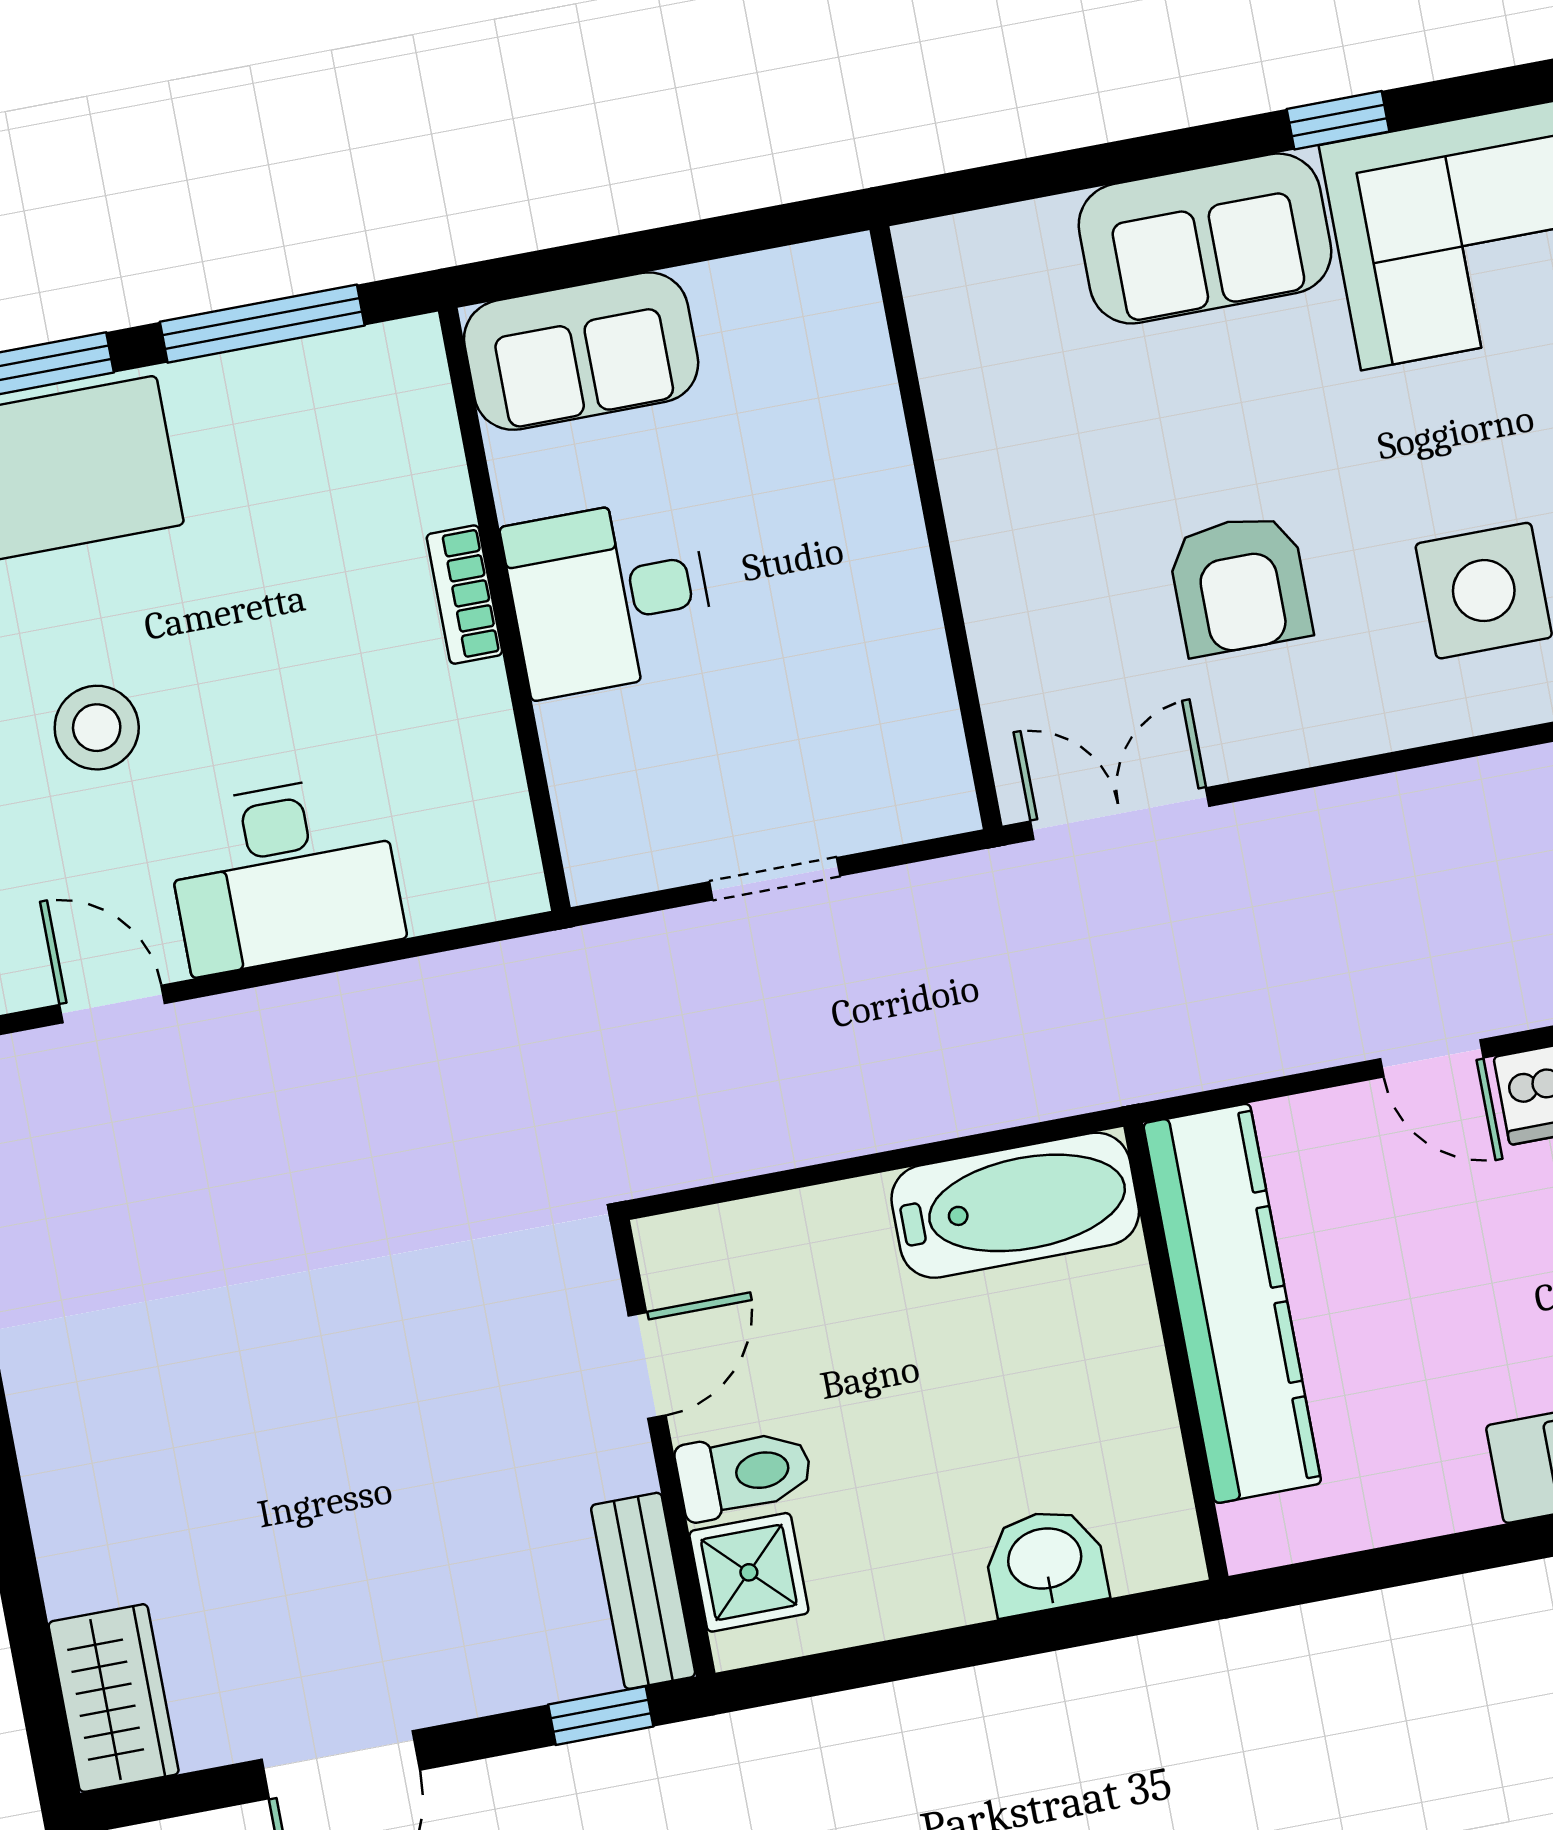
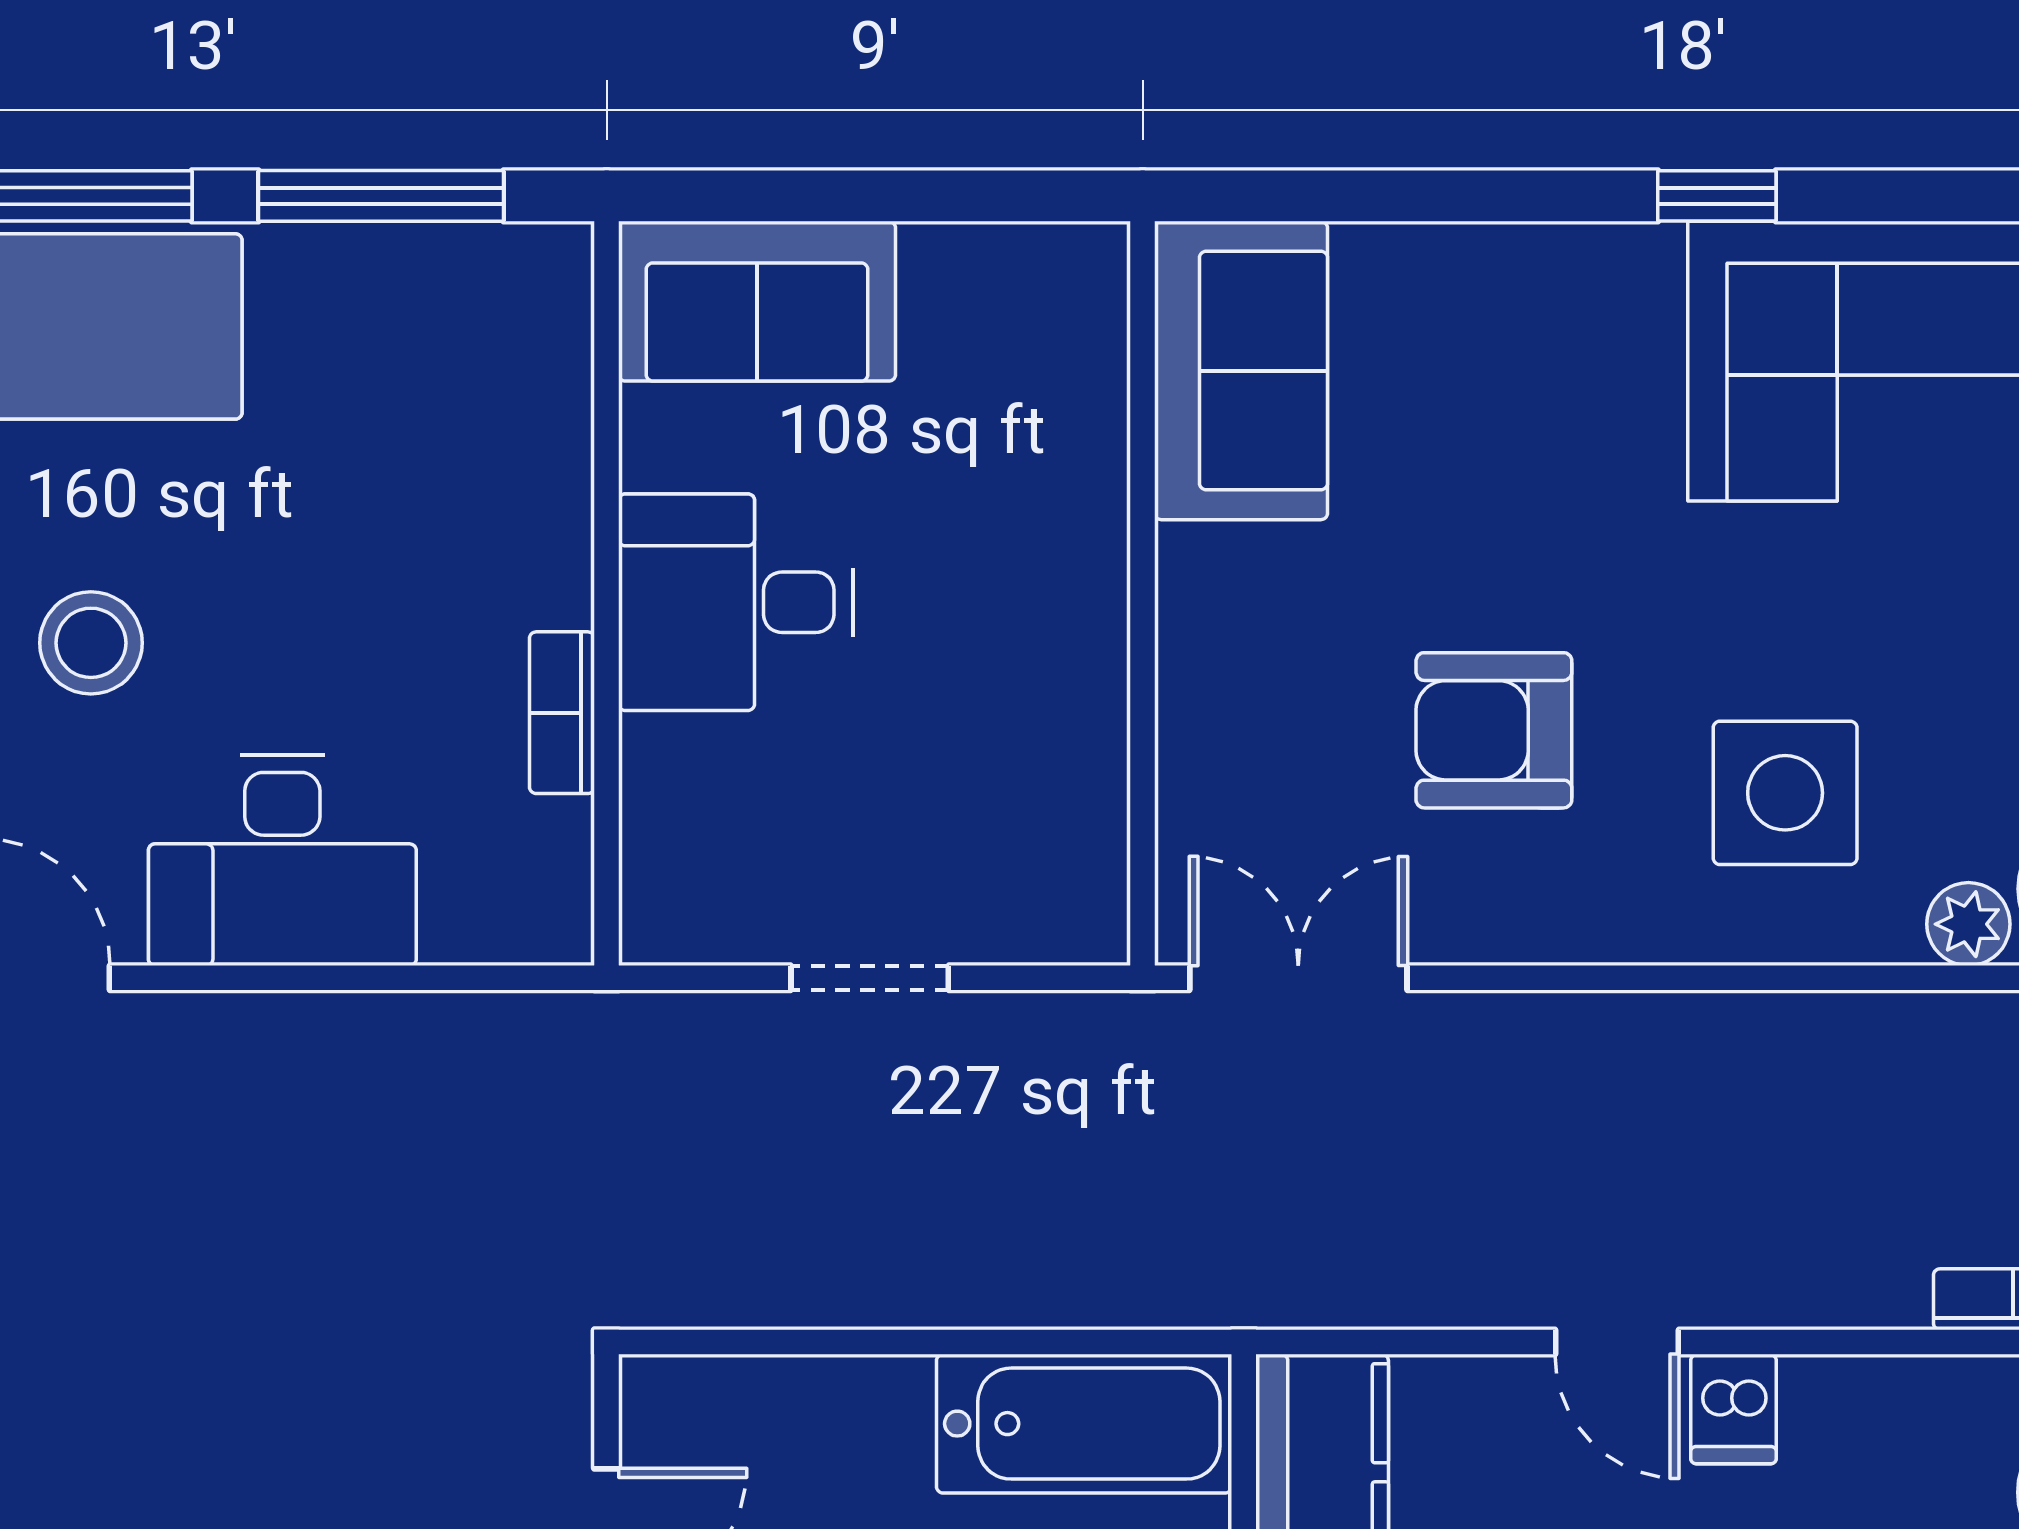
sofa: (1205, 239) -> (1241, 371), moved, turned -90
armchair: (1240, 585) -> (1494, 730), turned 90
bookcase: (464, 595) -> (562, 713), moved

